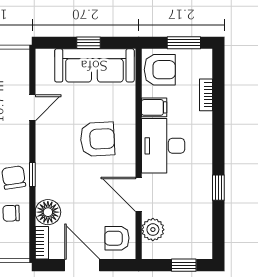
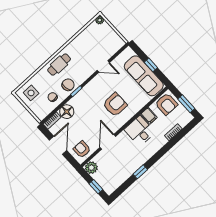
armchair: (97, 139) -> (115, 105), turned -87
desk: (163, 146) -> (140, 131), width x0.73
plant: (153, 230) -> (91, 168), moved

